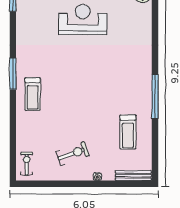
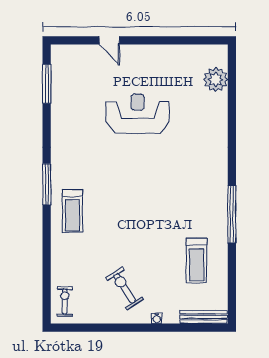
exercise bike: (73, 154) -> (125, 288), turned -103

